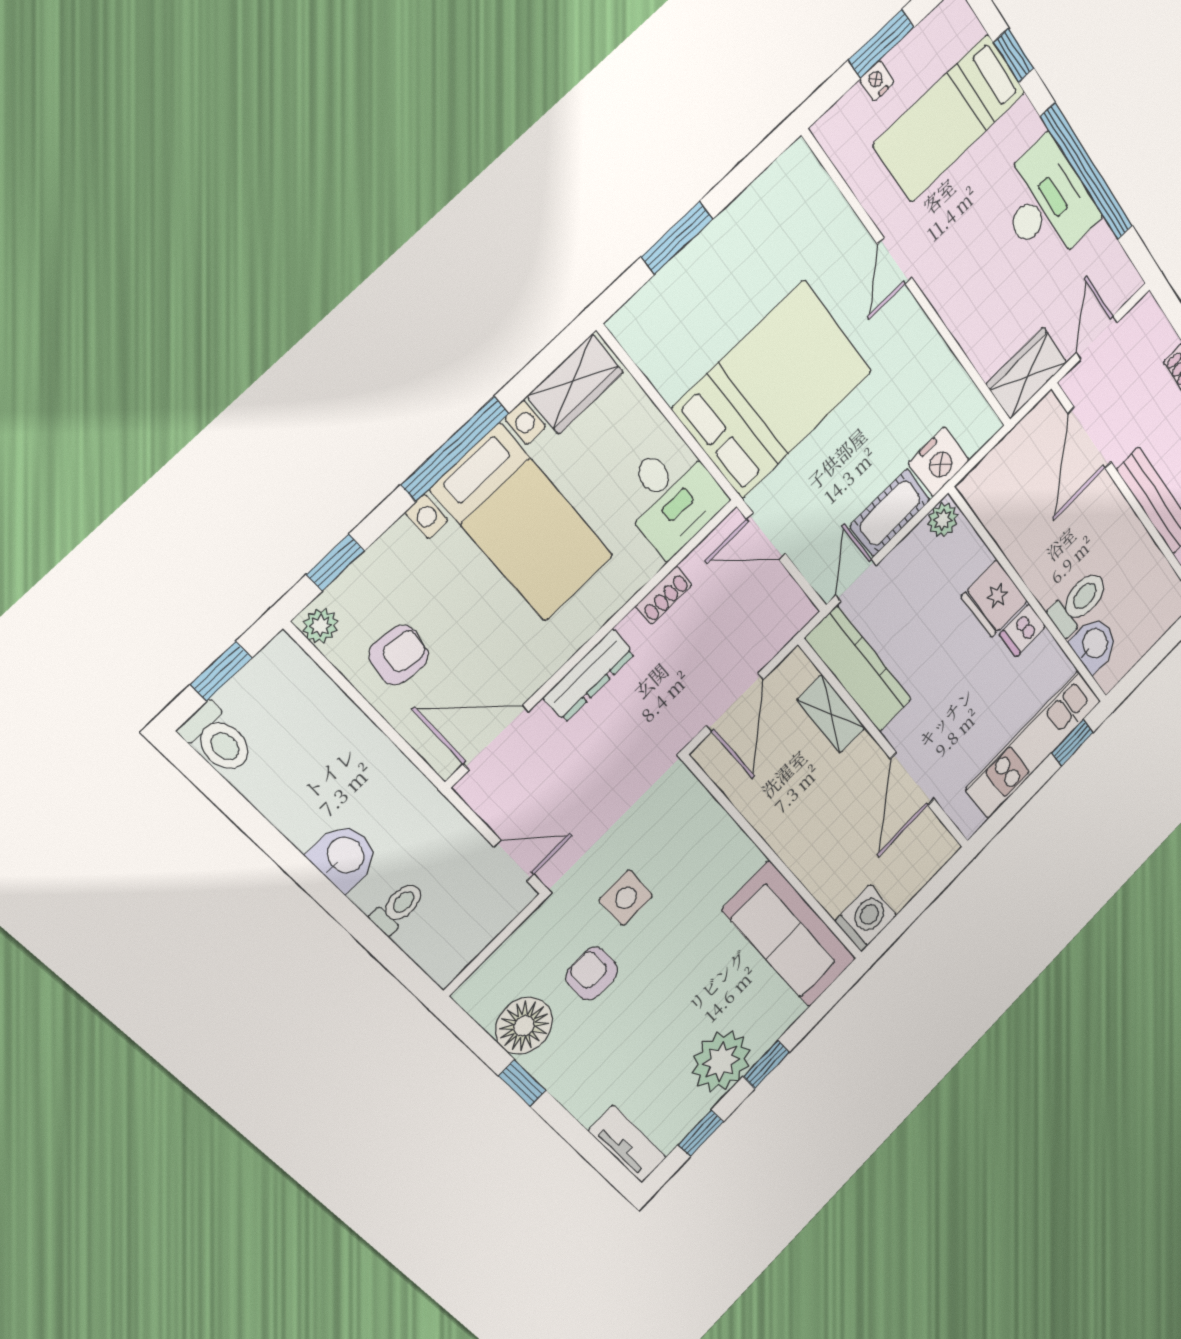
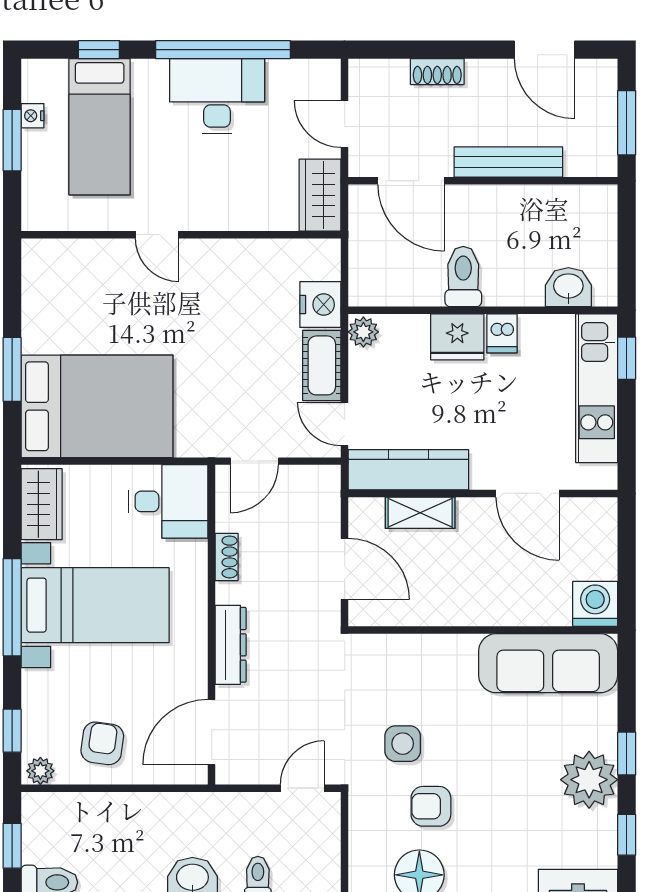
nightstand: (877, 81) -> (32, 116), moved
bed: (773, 390) -> (97, 406), moved, turned 90
toilet: (1078, 602) -> (463, 276), moved

